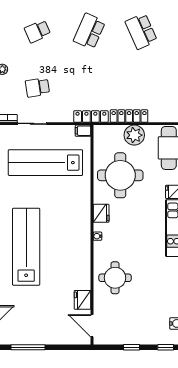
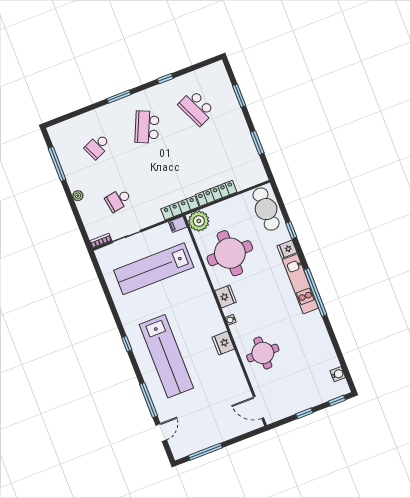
plant: (134, 135) -> (199, 221), moved
lab bench: (26, 247) -> (166, 356), turned 180
fridge: (83, 300) -> (223, 343), moved

